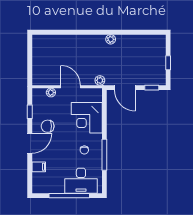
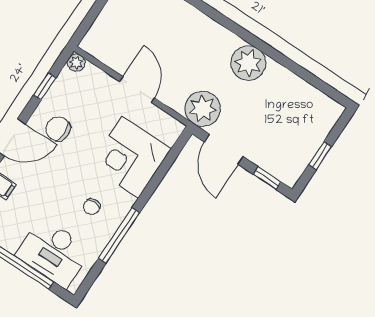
plant: (111, 39) -> (248, 63), width x1.87, depth x1.87
plant: (100, 80) -> (203, 109), width x1.88, depth x1.88
plant: (51, 93) -> (76, 63), moved

